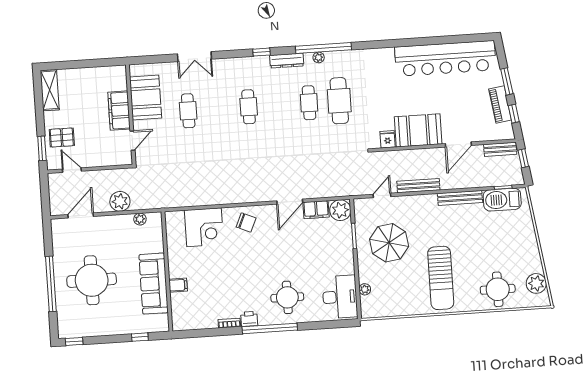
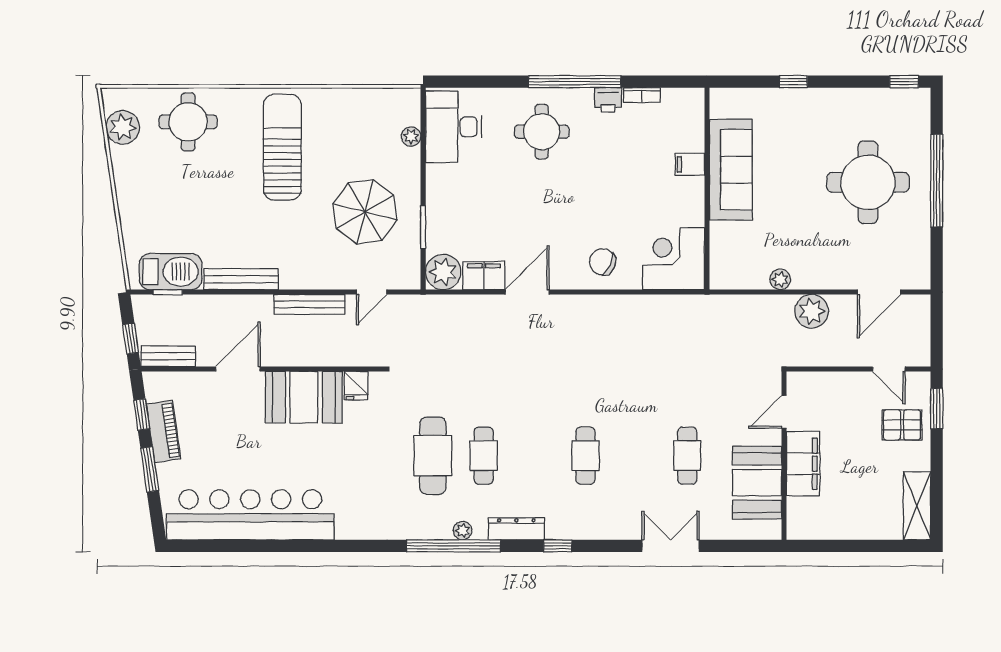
wall: (167, 271) -> (707, 189), moved
sofa: (154, 284) -> (731, 170), moved
filing cabinet: (178, 285) -> (690, 164), moved

